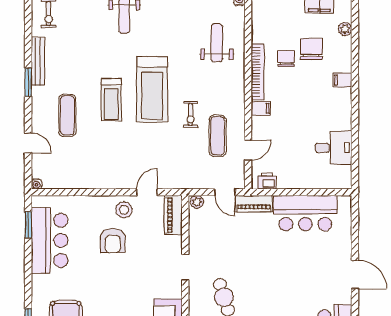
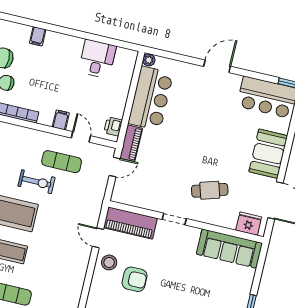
filing cabinet: (261, 108) -> (61, 120), moved
exercise bike: (190, 114) -> (36, 182), width x1.38, depth x1.39
plant: (197, 202) -> (149, 60), moved
piano: (173, 215) -> (130, 223), width x1.37, depth x1.33

